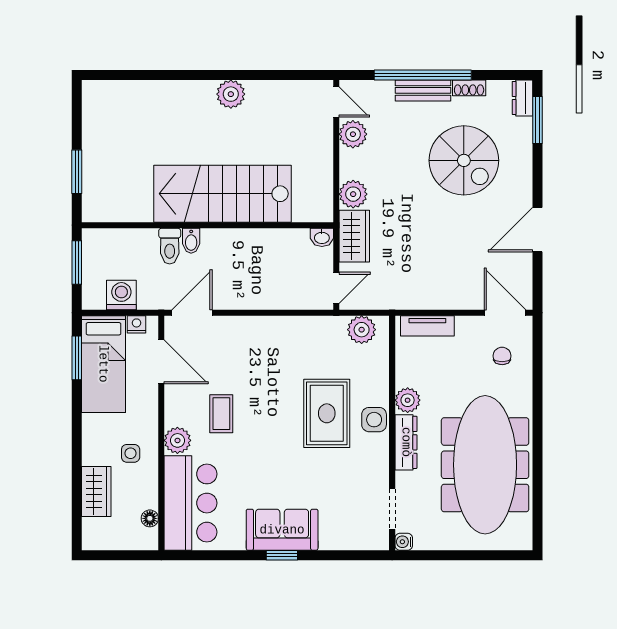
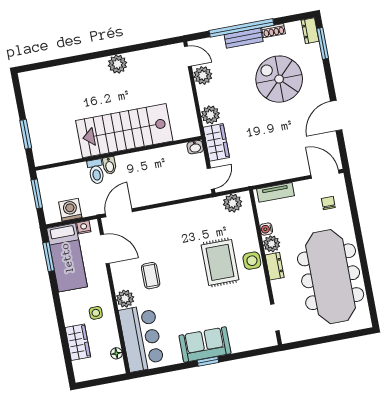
spiral stairs: (464, 160) -> (279, 79), turned 180
dresser: (406, 442) -> (275, 266), width x0.70
water cooler: (404, 542) -> (266, 229), moved

